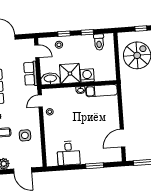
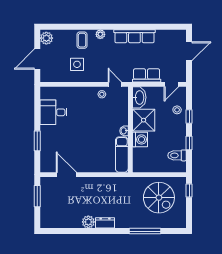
window: (141, 29) -> (189, 190), moved

